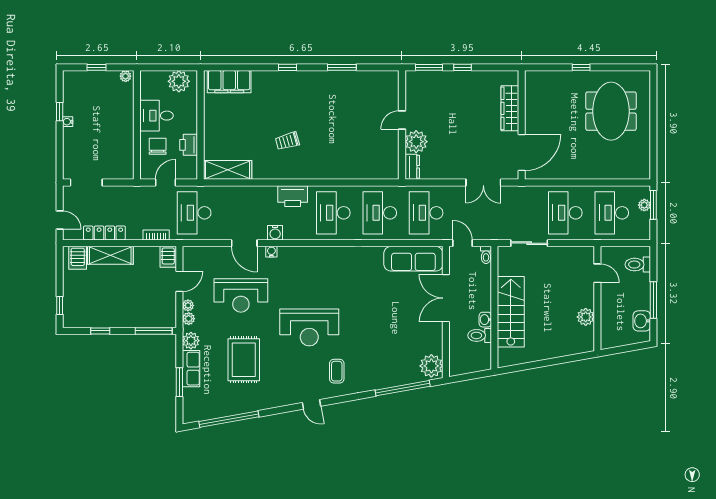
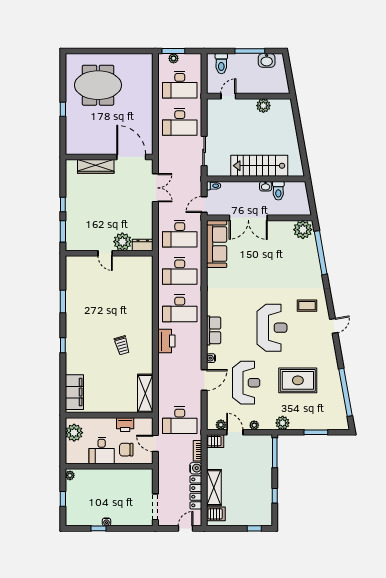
water cooler: (275, 233) -> (196, 468), moved
plant: (189, 319) -> (221, 425), moved
row of seats: (191, 369) -> (214, 330), moved, turned 90

